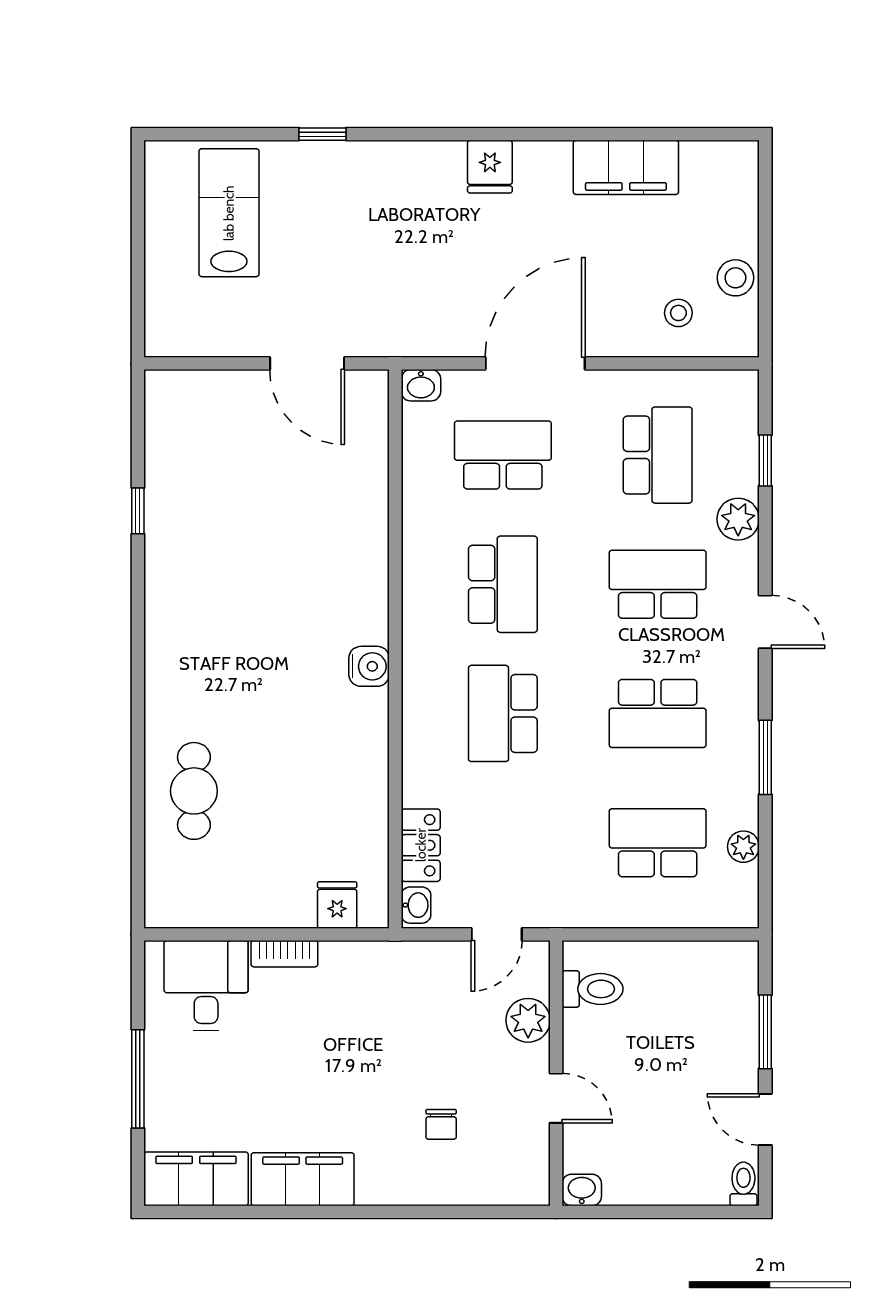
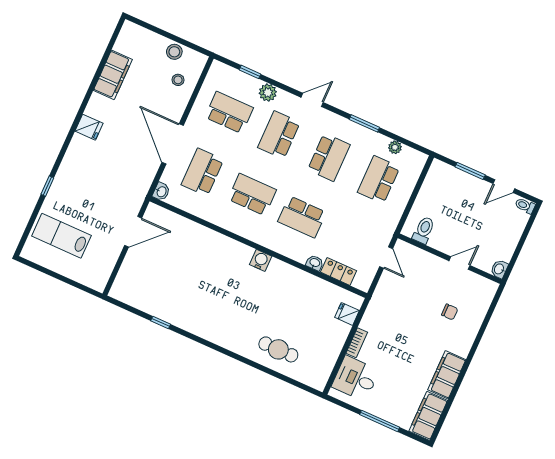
washbasin: (416, 905) -> (315, 263), moved
plant: (528, 1020) -> (425, 260), removed

